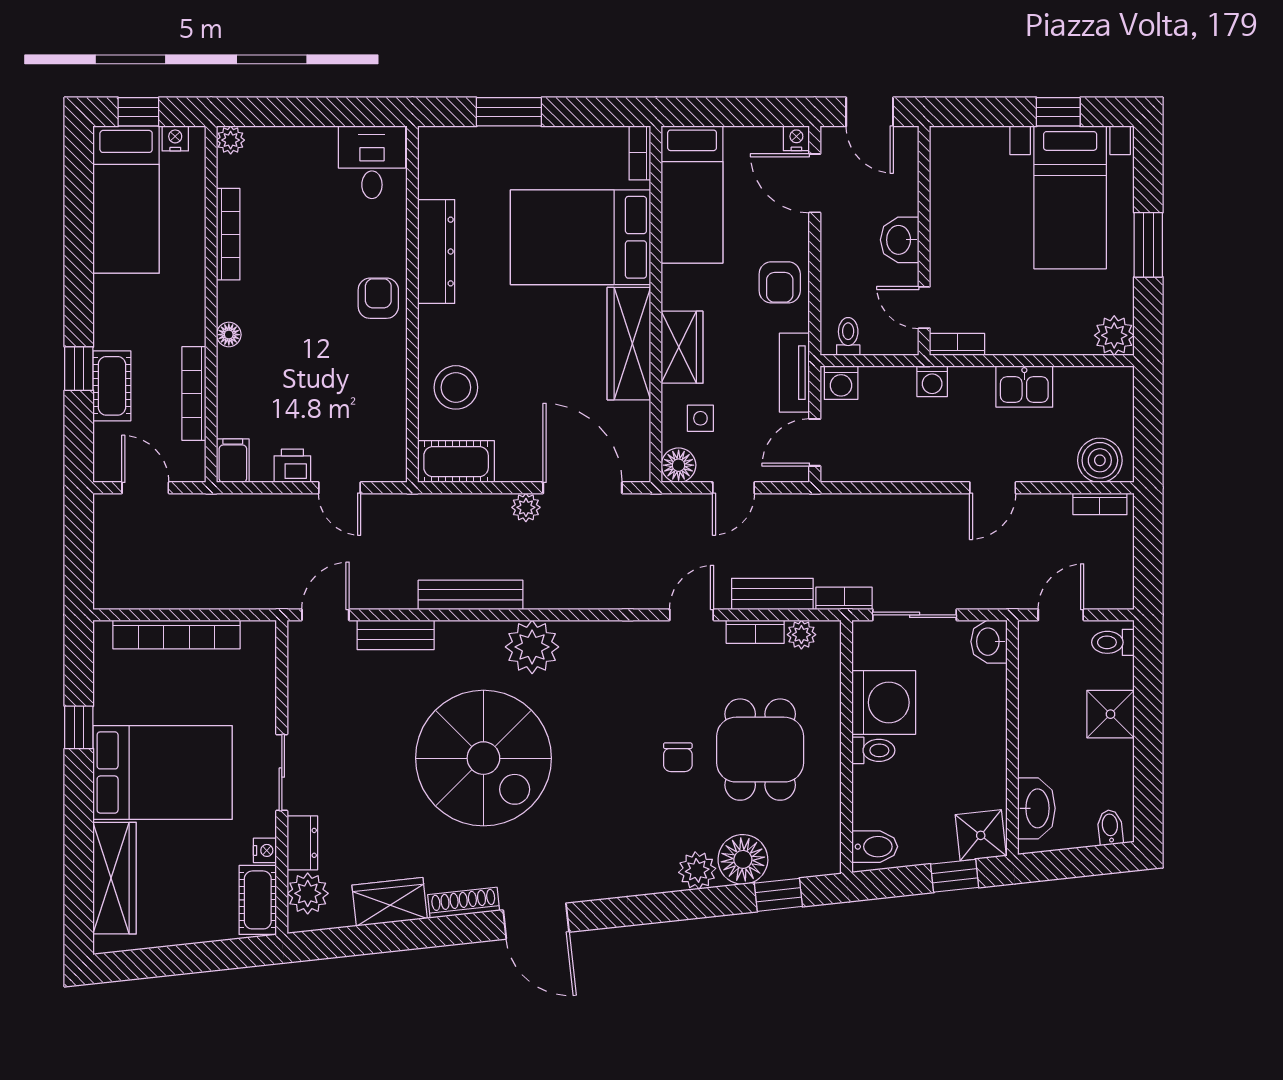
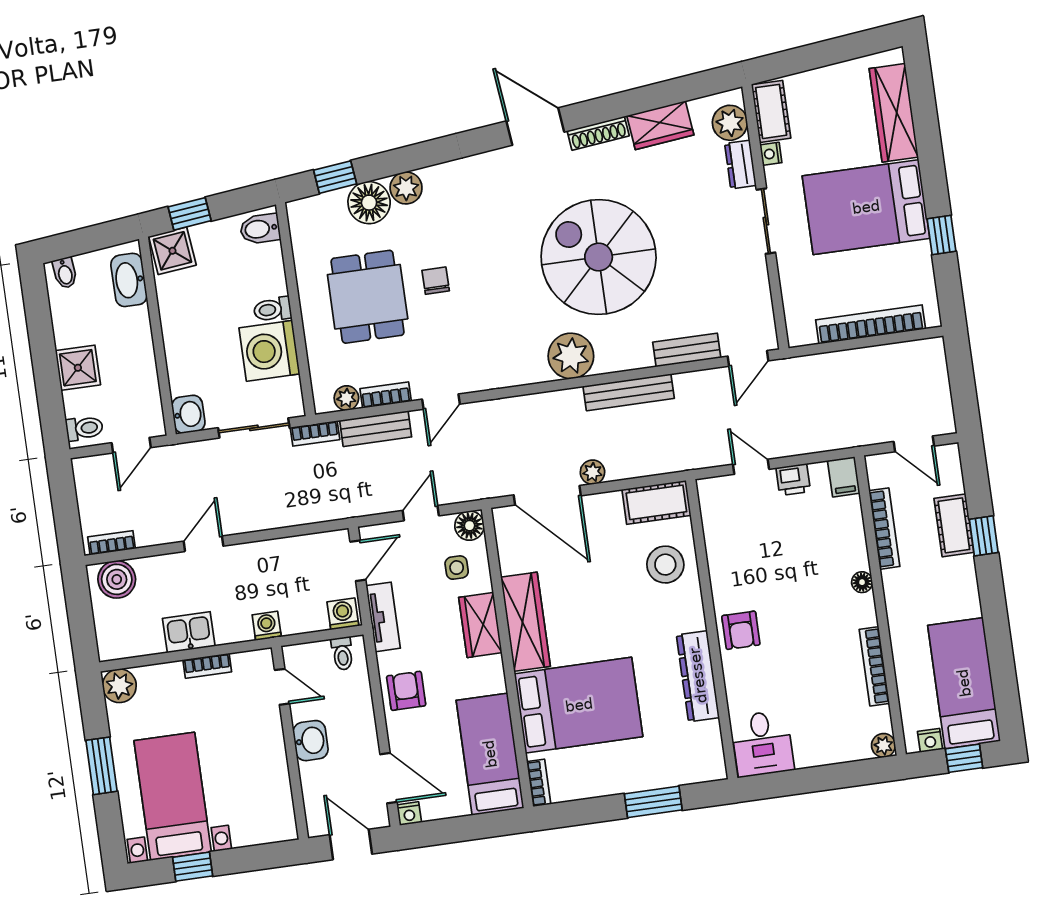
bookcase: (957, 344) -> (207, 666), moved

